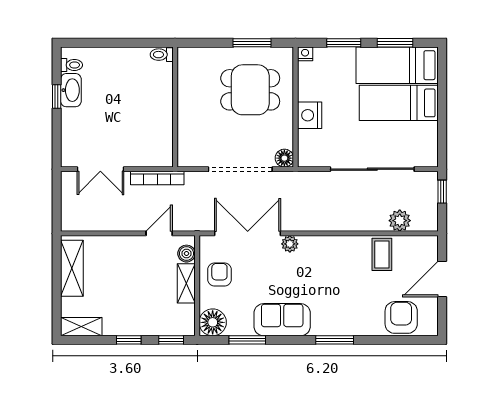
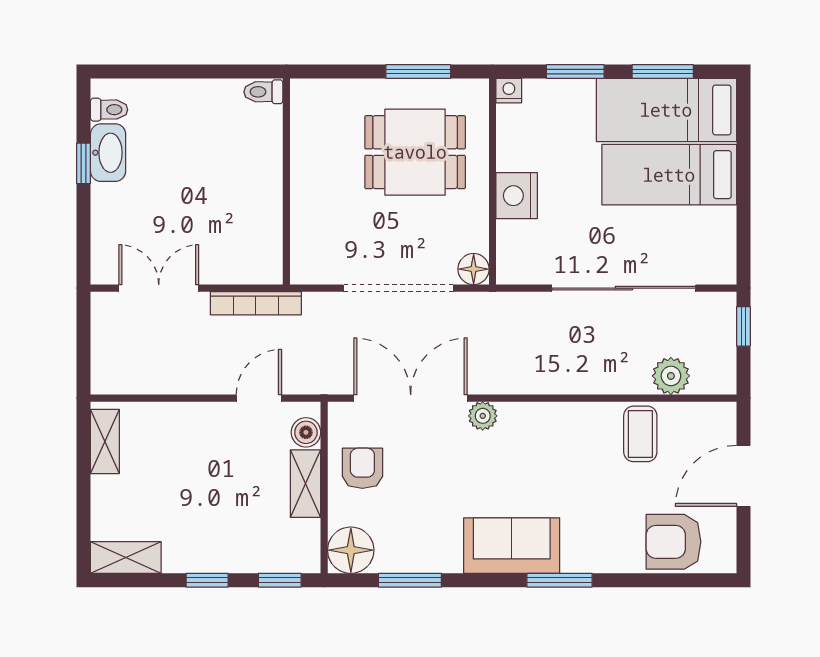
double door: (100, 169) -> (159, 288), swing flipped
shelving: (72, 268) -> (105, 441), width x0.67, depth x0.75
armchair: (401, 317) -> (673, 542), turned -90
sofa: (282, 320) -> (512, 546), moved

